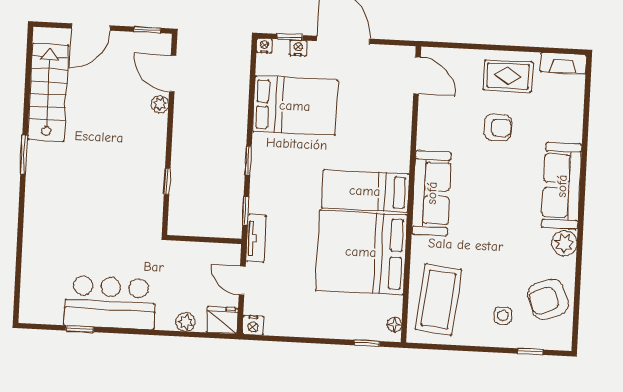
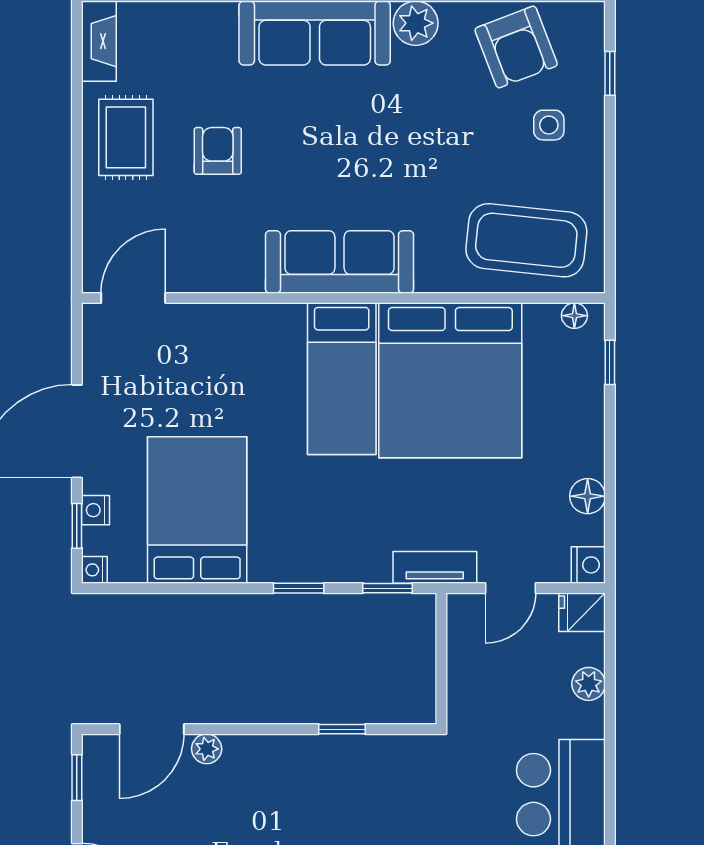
fridge: (222, 320) -> (582, 612), width x0.72
floor lamp: (292, 327) -> (588, 496), added

